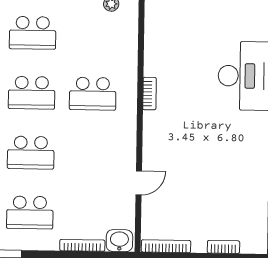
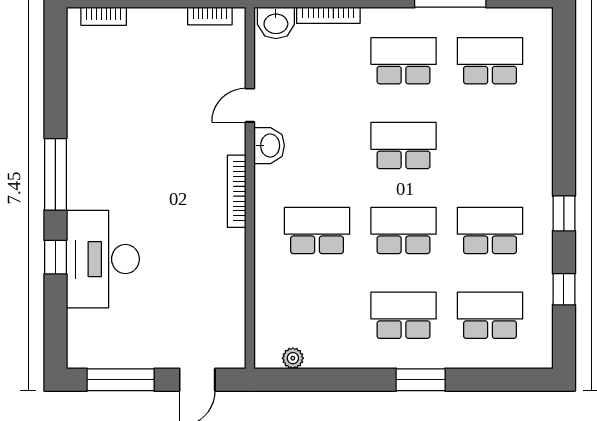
bookcase: (149, 94) -> (237, 191), moved, width x1.56
washbasin: (126, 154) -> (269, 146), added
bookcase: (166, 246) -> (210, 16), width x0.64
bookcase: (223, 247) -> (104, 16), moved

